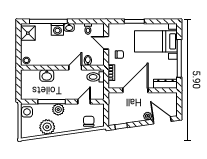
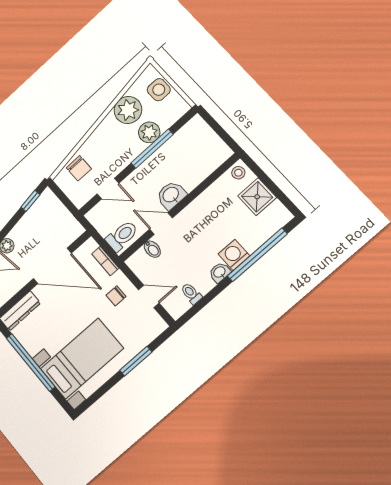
shower: (28, 33) -> (257, 197), moved
door: (75, 68) -> (161, 224), swing flipped
washbasin: (47, 76) -> (171, 195), moved
door: (135, 90) -> (52, 266), hinge flipped
door: (84, 102) -> (108, 189), hinge flipped
plant: (58, 110) -> (149, 132), moved
side table: (27, 112) -> (159, 90), moved

